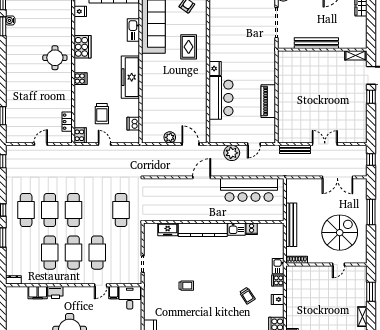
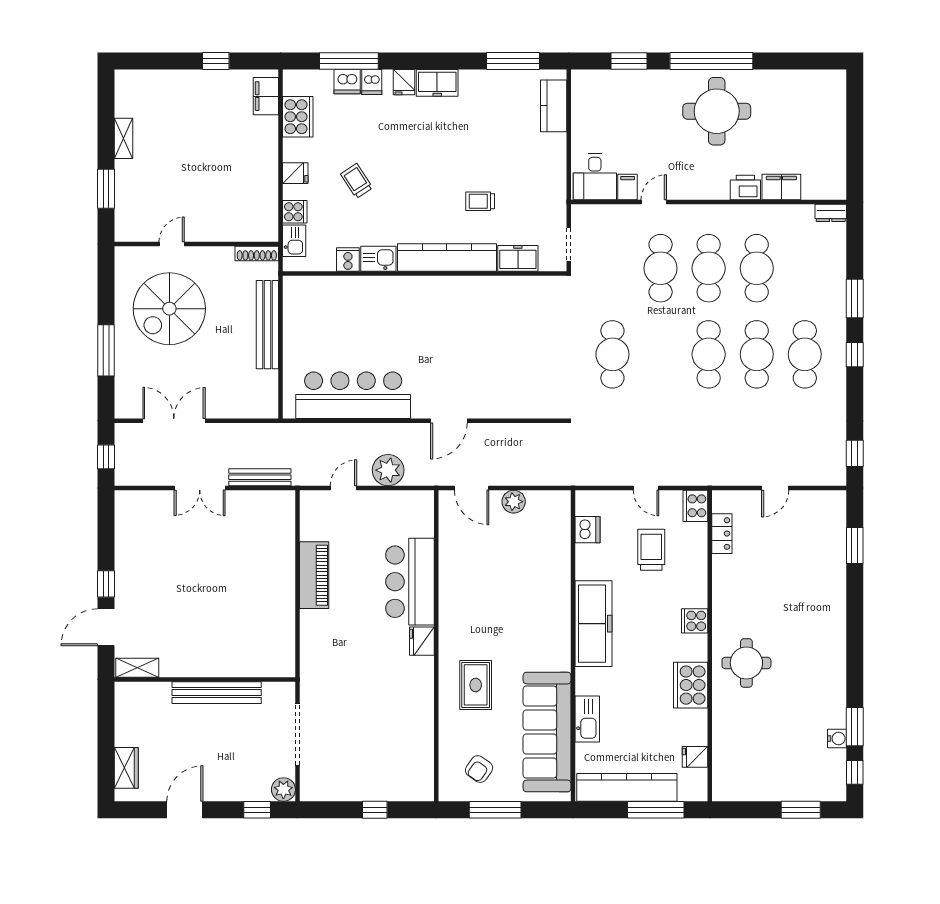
wall: (214, 222) -> (425, 273), moved
freezer: (168, 229) -> (518, 258), moved
kitchen sink: (237, 229) -> (378, 259), moved
cooker: (252, 229) -> (348, 260), moved
kitchen counter: (203, 230) -> (447, 258), moved

